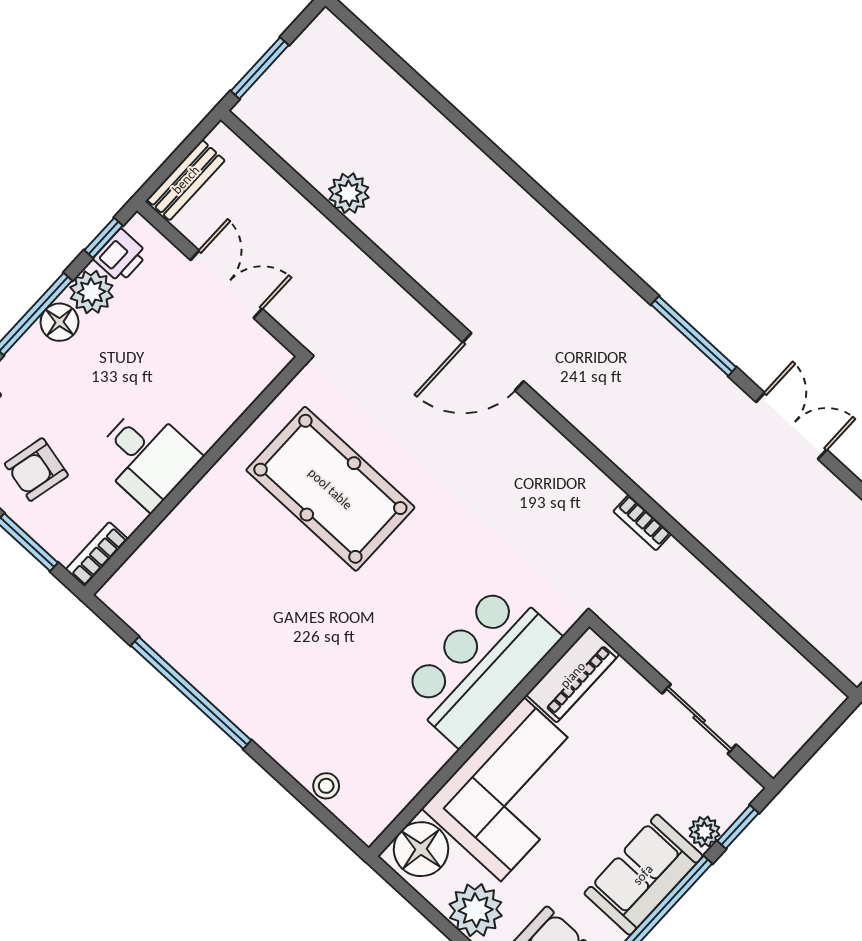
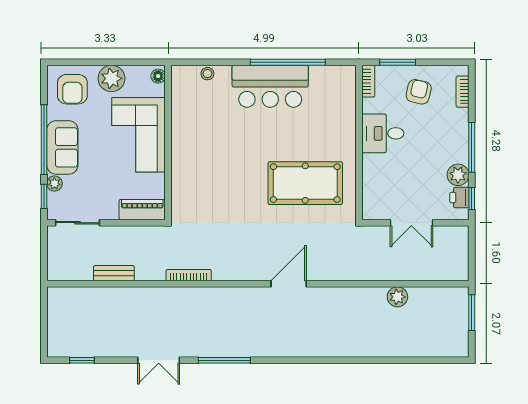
bench: (186, 180) -> (114, 273), moved, turned 90
floor lamp: (60, 322) -> (460, 153), removed
bookcase: (642, 523) -> (189, 275), width x1.56
bar counter: (480, 664) -> (270, 86), moved, turned 90
piano: (573, 675) -> (142, 210), moved, turned 90
sliding door: (699, 719) -> (77, 223), moved
floor lamp: (421, 849) -> (158, 76), width x0.53, depth x0.53

